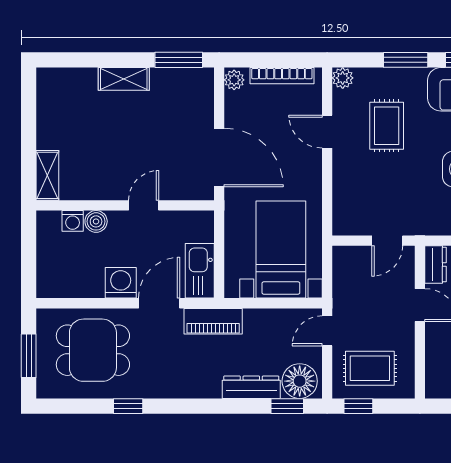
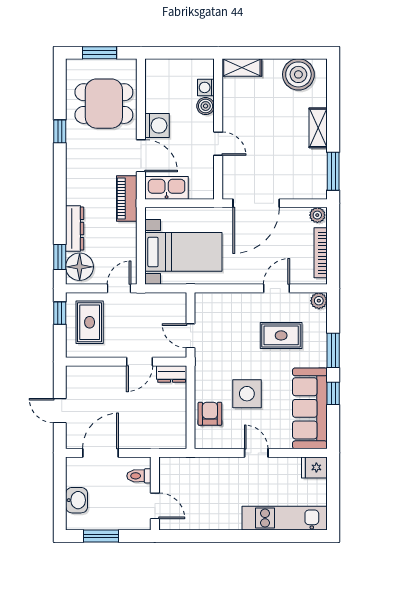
boiler: (56, 104) -> (298, 74), added
door: (327, 331) -> (119, 288), hinge flipped
dining table: (93, 350) -> (104, 104), turned 90

